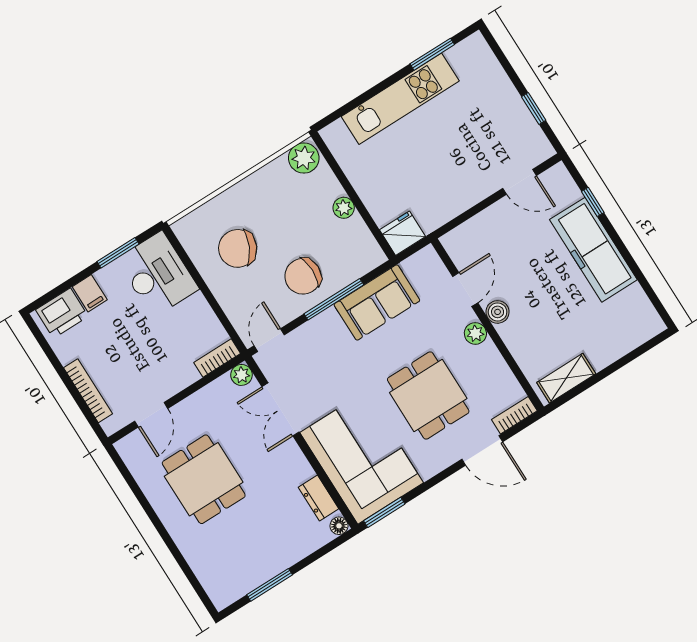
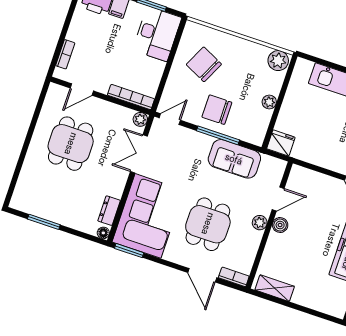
bookcase: (217, 358) -> (131, 97), width x1.56
bookcase: (88, 391) -> (65, 54), width x0.64

